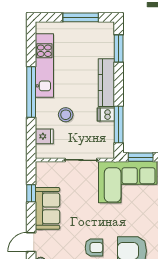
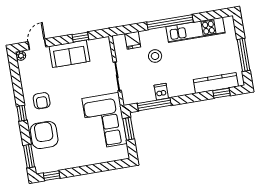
window: (119, 48) -> (222, 93), width x0.67
kitchen counter: (106, 83) -> (216, 83), moved
door: (31, 242) -> (37, 44), hinge flipped

